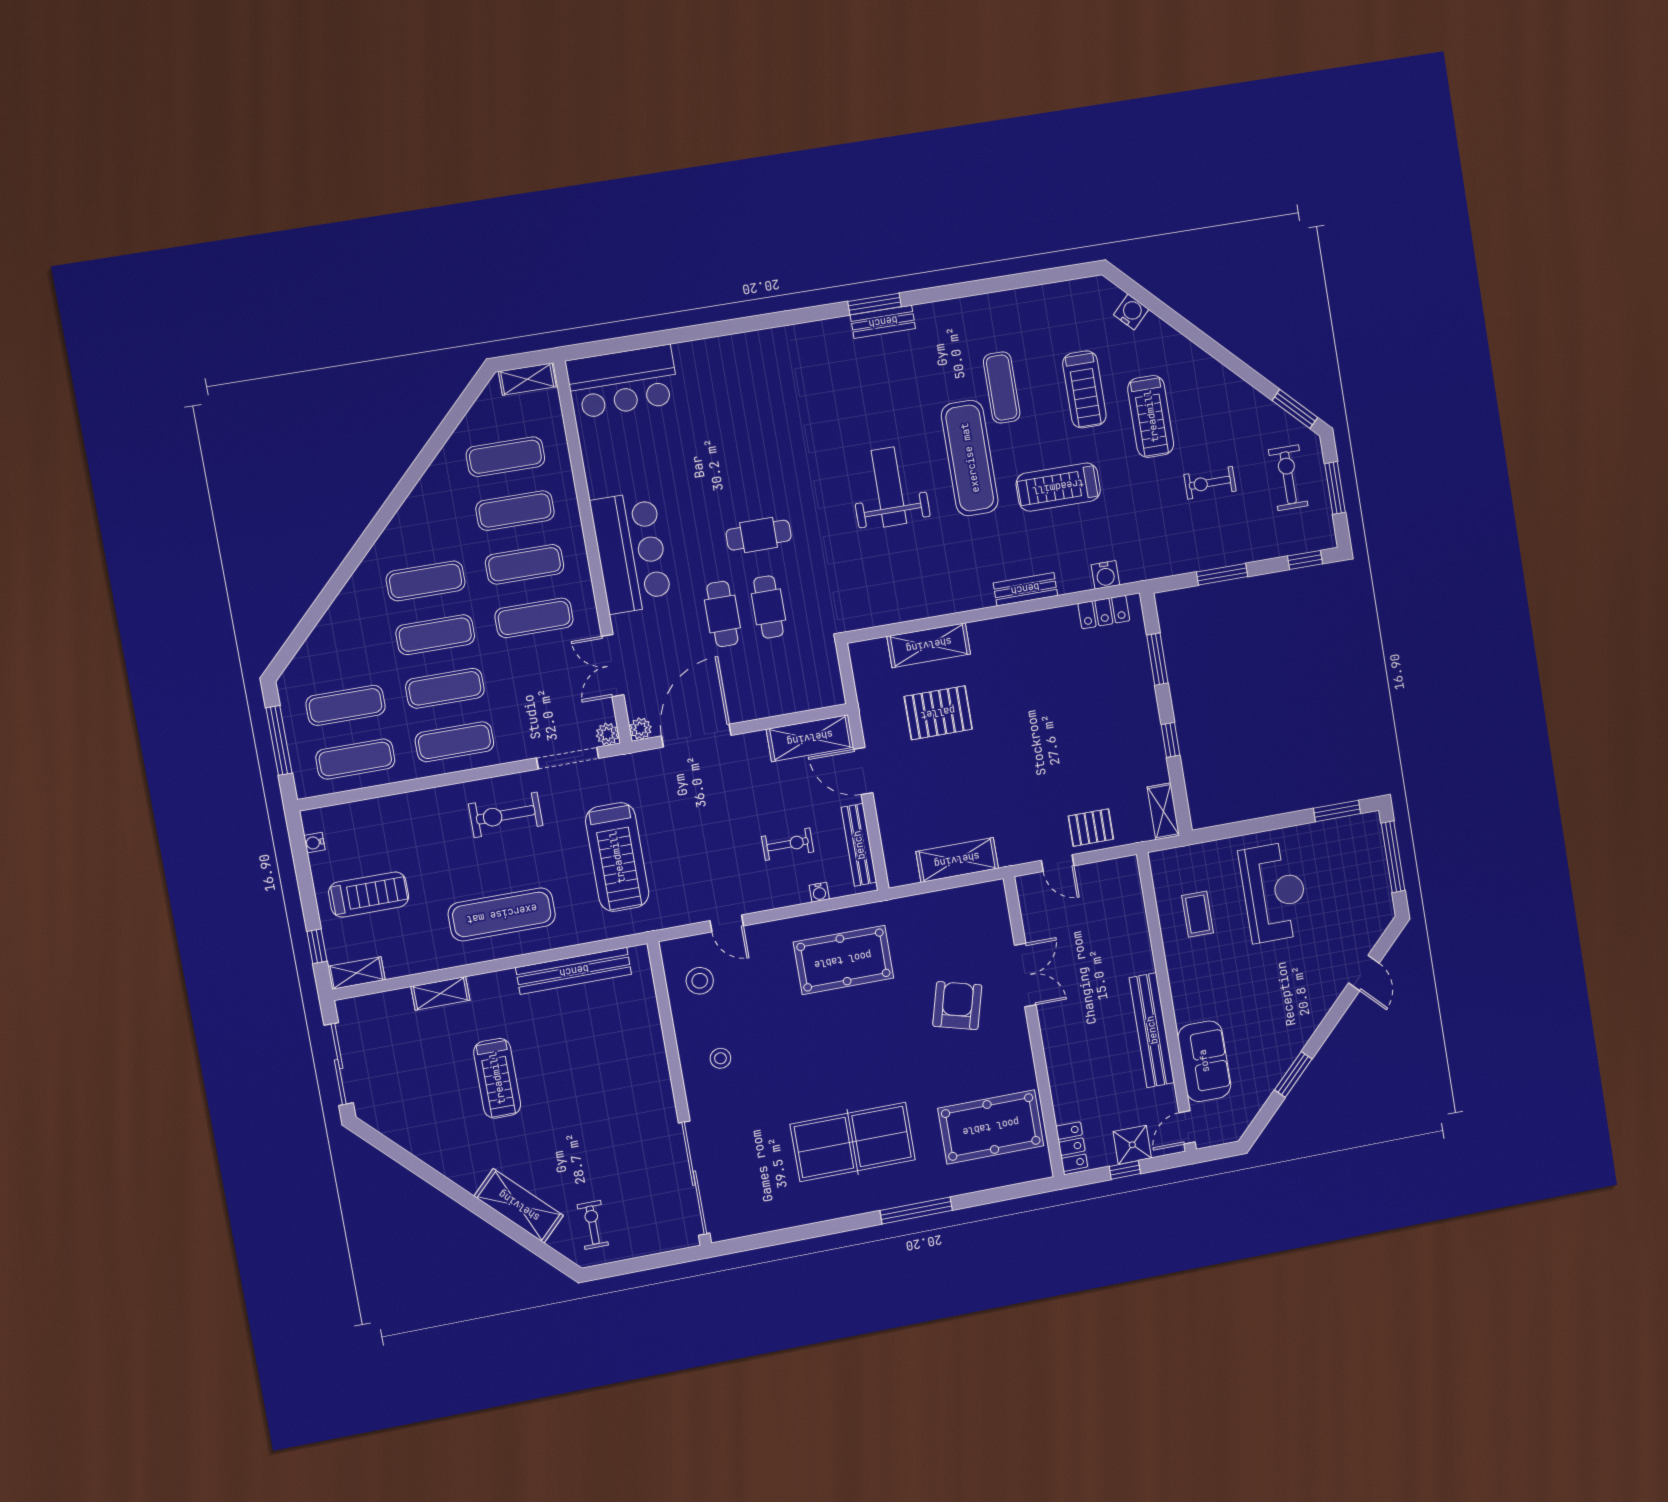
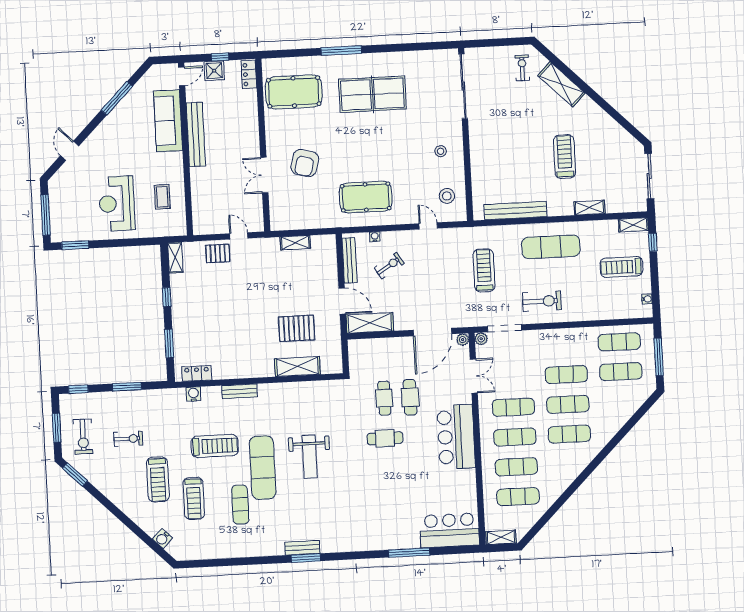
window: (690, 333) -> (409, 553), added
treadmill: (1084, 390) -> (194, 498), turned 180
treadmill: (1151, 416) -> (158, 479), turned 180
exercise mat: (454, 742) -> (565, 345), removed
exercise bike: (788, 844) -> (389, 266), turned 148
treadmill: (617, 857) -> (484, 270), width x0.73, depth x0.73
shelving: (957, 860) -> (295, 243), width x0.67, depth x0.75
sofa: (1204, 1061) -> (168, 121), width x1.36
window: (1293, 1074) -> (117, 98), width x1.44
exercise bike: (593, 1225) -> (522, 68), turned 180

